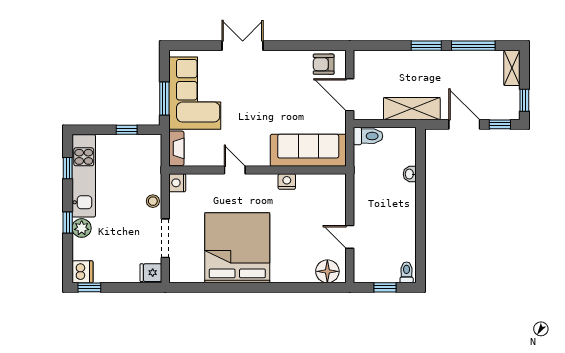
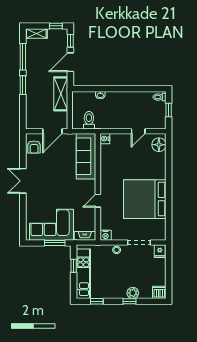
double door: (243, 46) -> (23, 181), moved
toilet: (368, 136) -> (89, 120), moved
kitchen unit: (84, 176) -> (83, 274), moved, turned 90
nightstand: (287, 182) -> (105, 139), moved
window: (89, 287) -> (169, 288), removed

